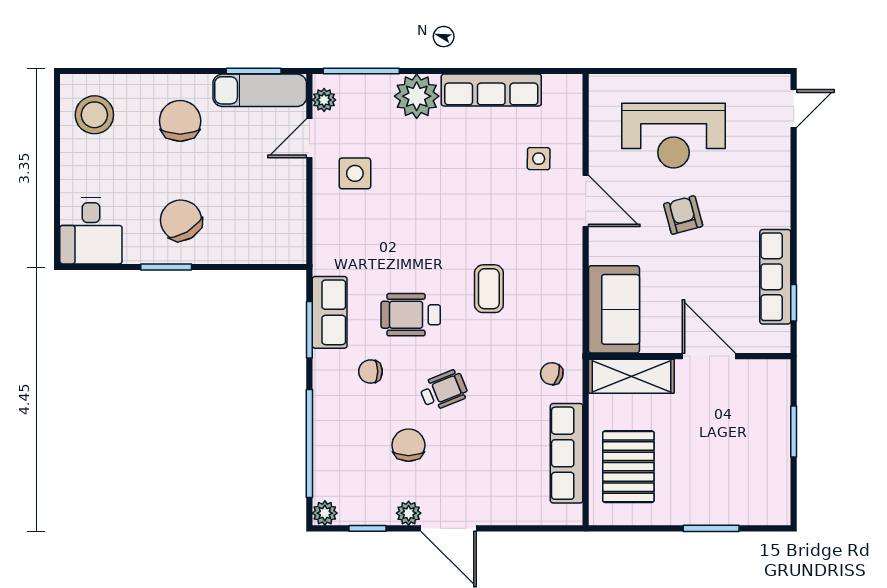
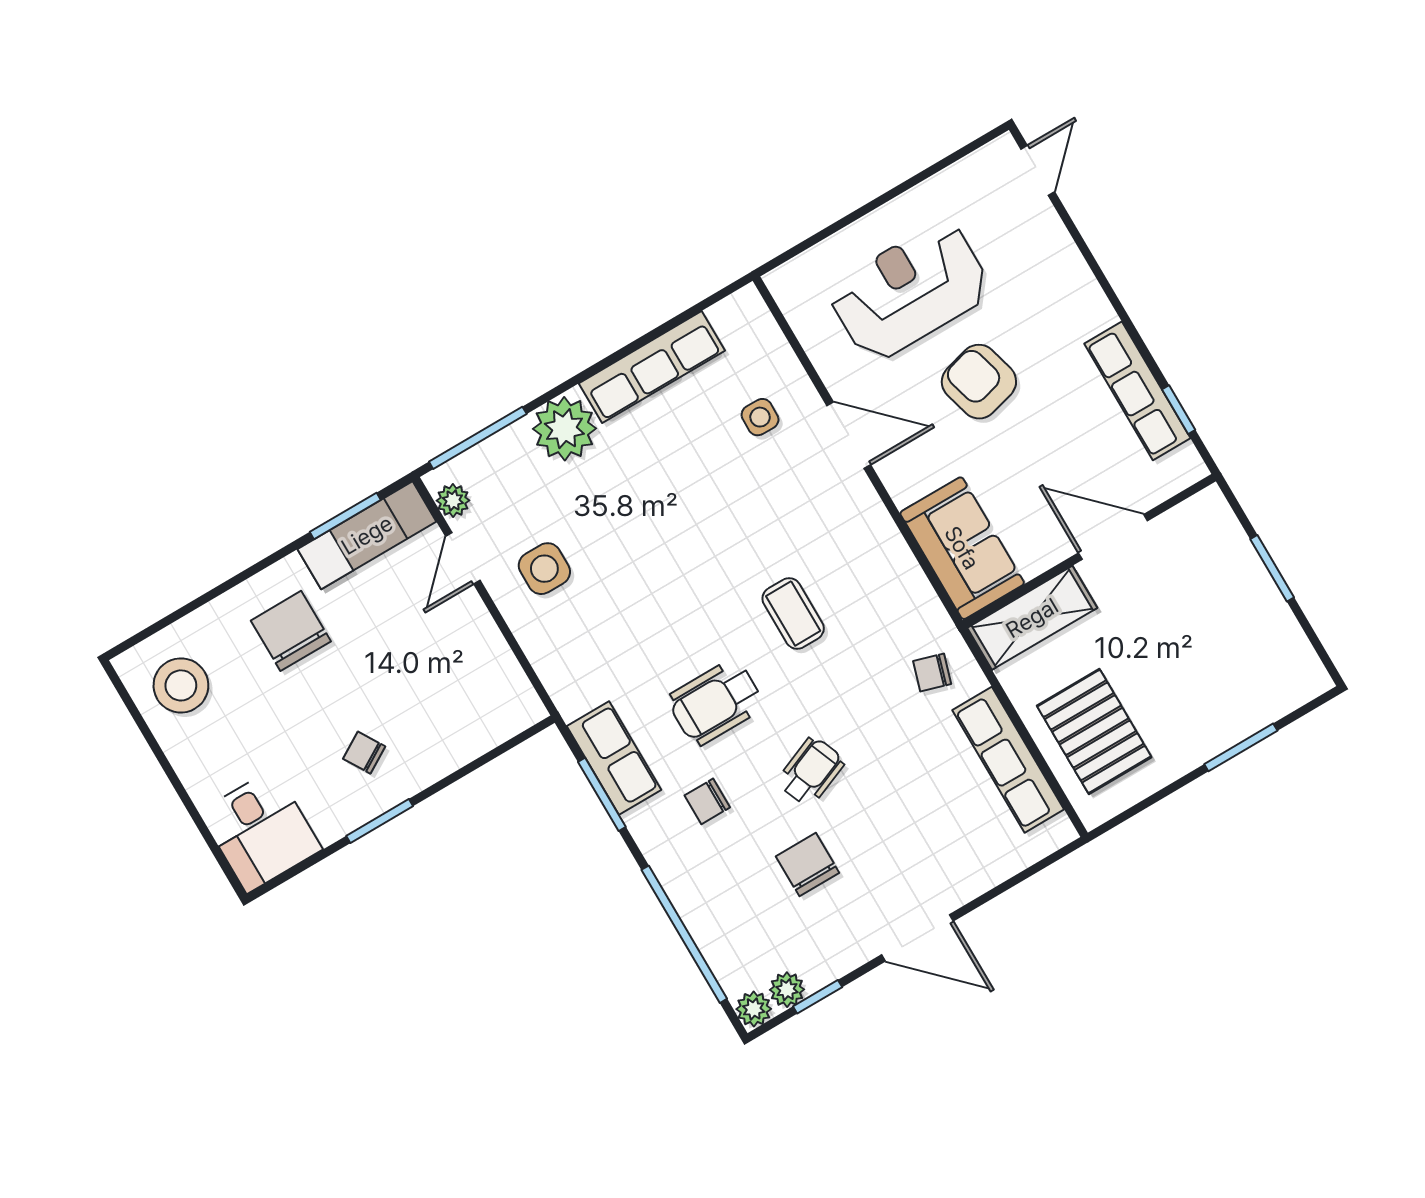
reception desk: (674, 136) -> (909, 291), turned 180
armchair: (683, 215) -> (979, 382), width x1.38, depth x1.38
chair: (181, 220) -> (364, 753), width x0.54, depth x0.54
plant: (409, 513) -> (787, 990), moved

